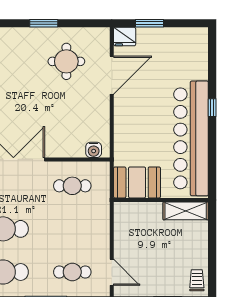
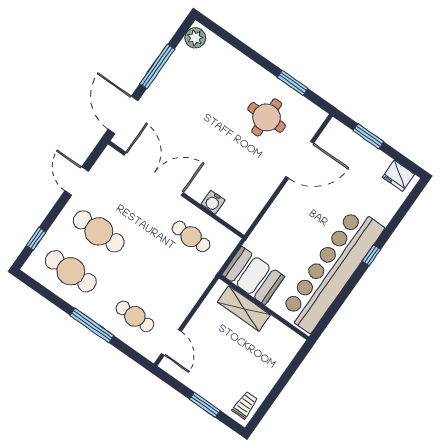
window: (44, 23) -> (293, 83), moved
fridge: (125, 37) -> (398, 176), moved
water cooler: (94, 150) -> (213, 202), moved
shelving: (186, 211) -> (244, 308), moved

